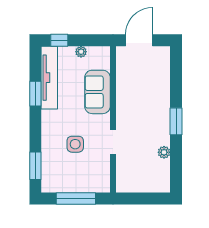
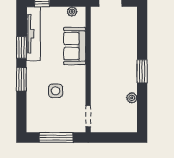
plant: (81, 52) -> (72, 12), moved
doorway: (113, 142) -> (88, 116), moved
window: (35, 166) -> (21, 79), moved

